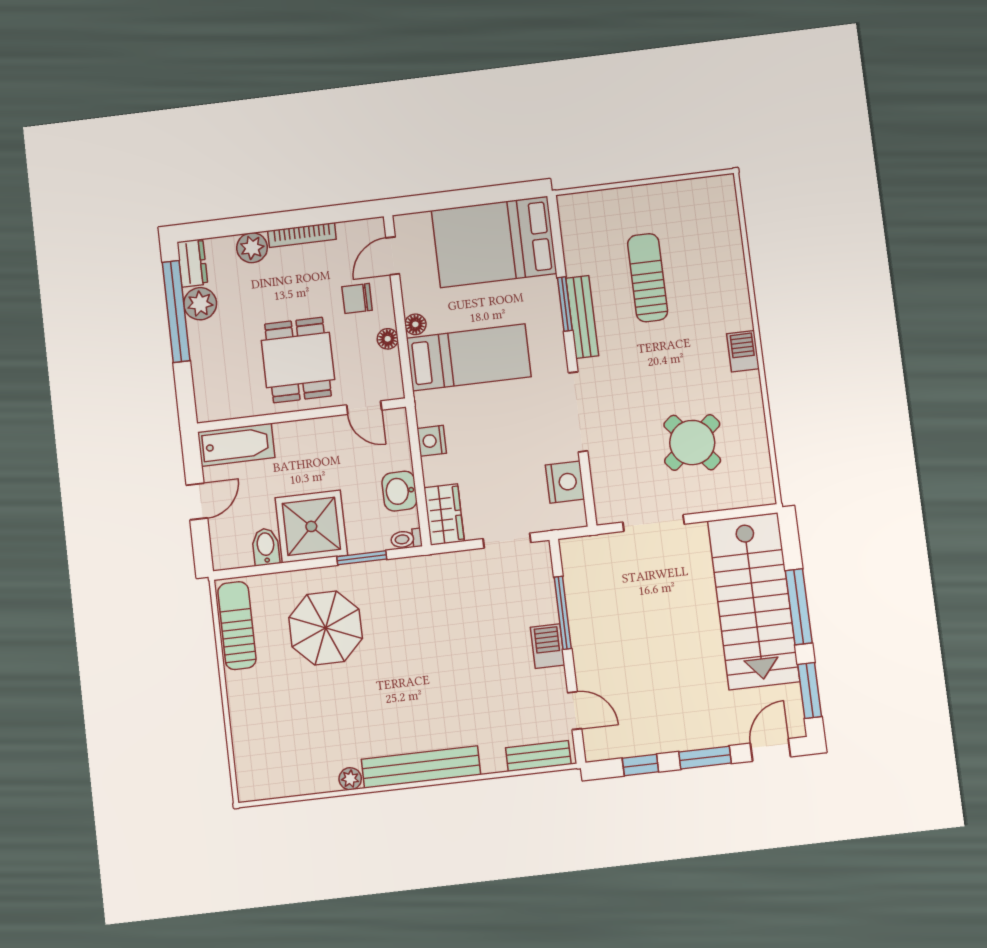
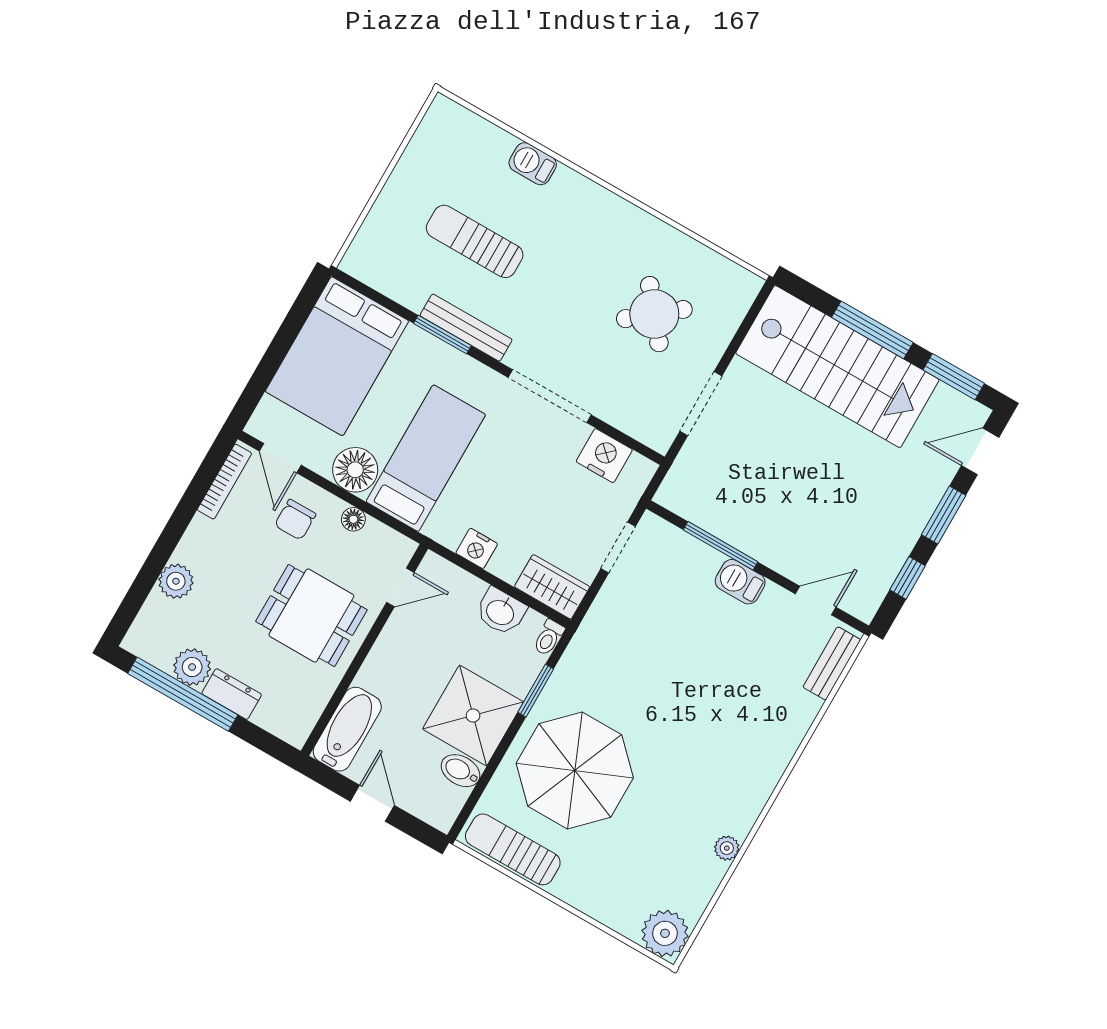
bookcase: (302, 235) -> (224, 482), moved
dresser: (192, 263) -> (232, 694), moved
floor lamp: (415, 324) -> (355, 470), width x1.89, depth x1.89
barbecue: (743, 351) -> (533, 164), moved
parasol: (326, 628) -> (575, 770), width x1.36, depth x1.36
door: (770, 750) -> (980, 451), hinge flipped
bench: (421, 767) -> (764, 776), removed
plant: (257, 780) -> (665, 933), added

